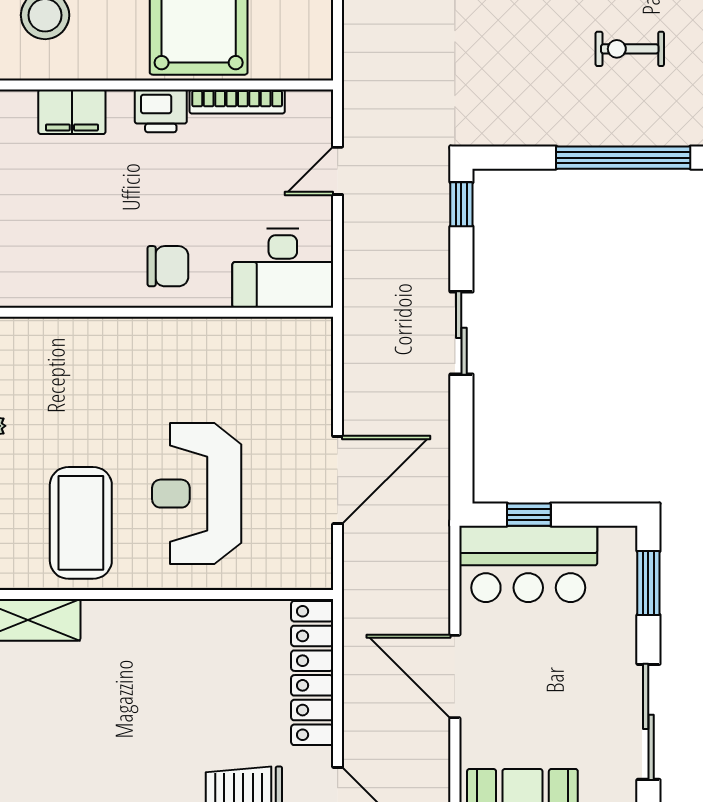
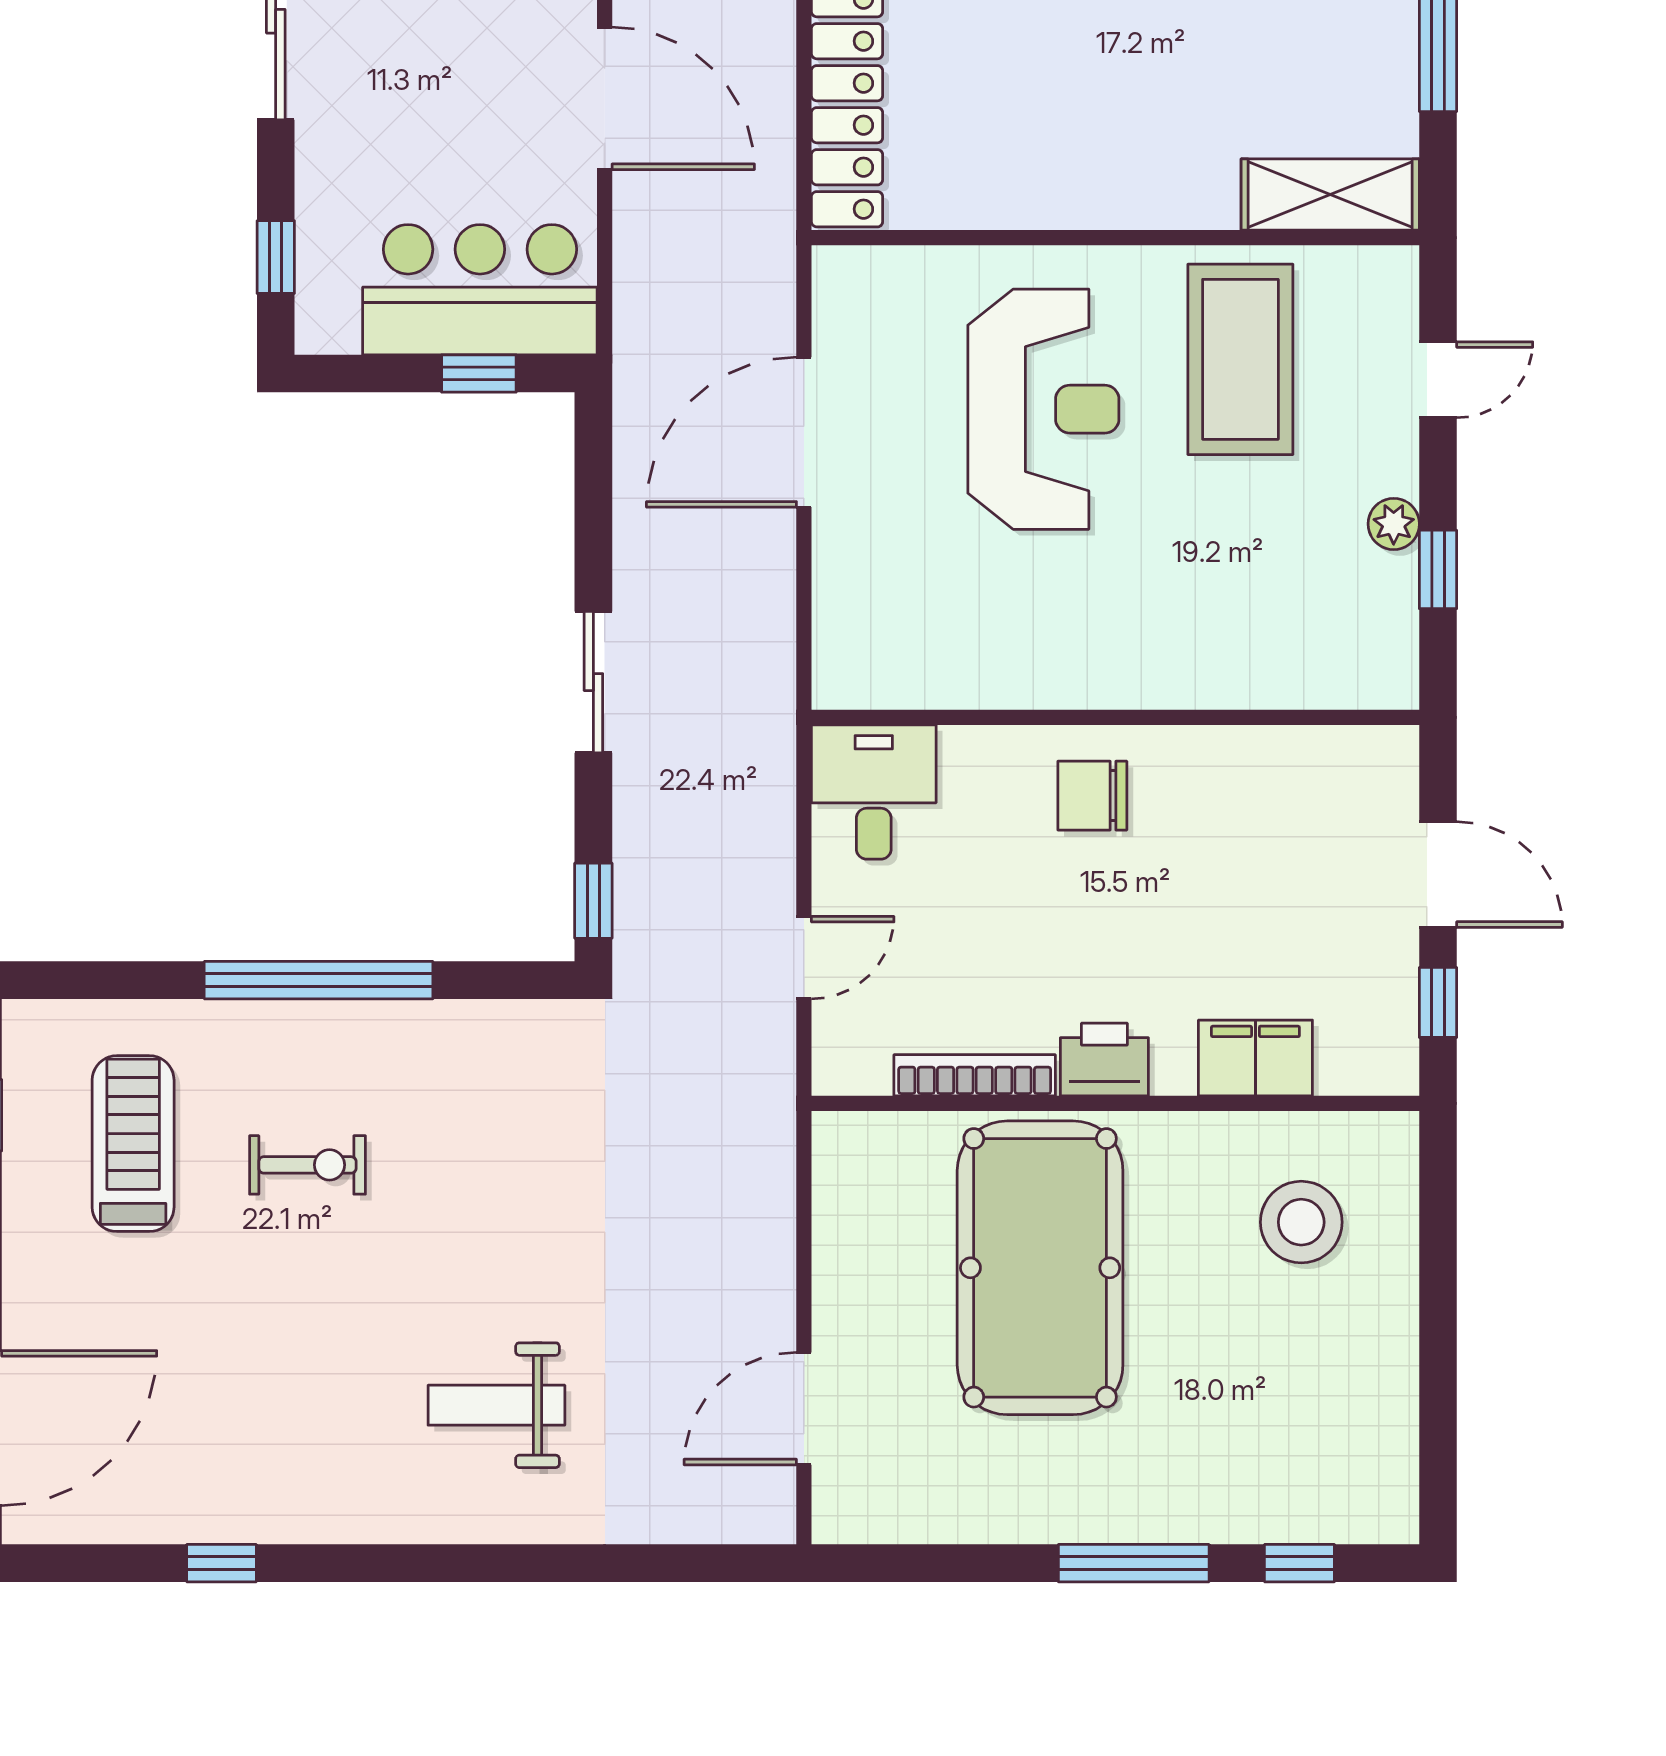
desk: (283, 268) -> (874, 792), width x0.73
window: (648, 583) -> (276, 257), width x0.67

